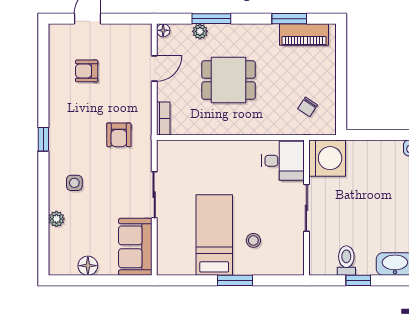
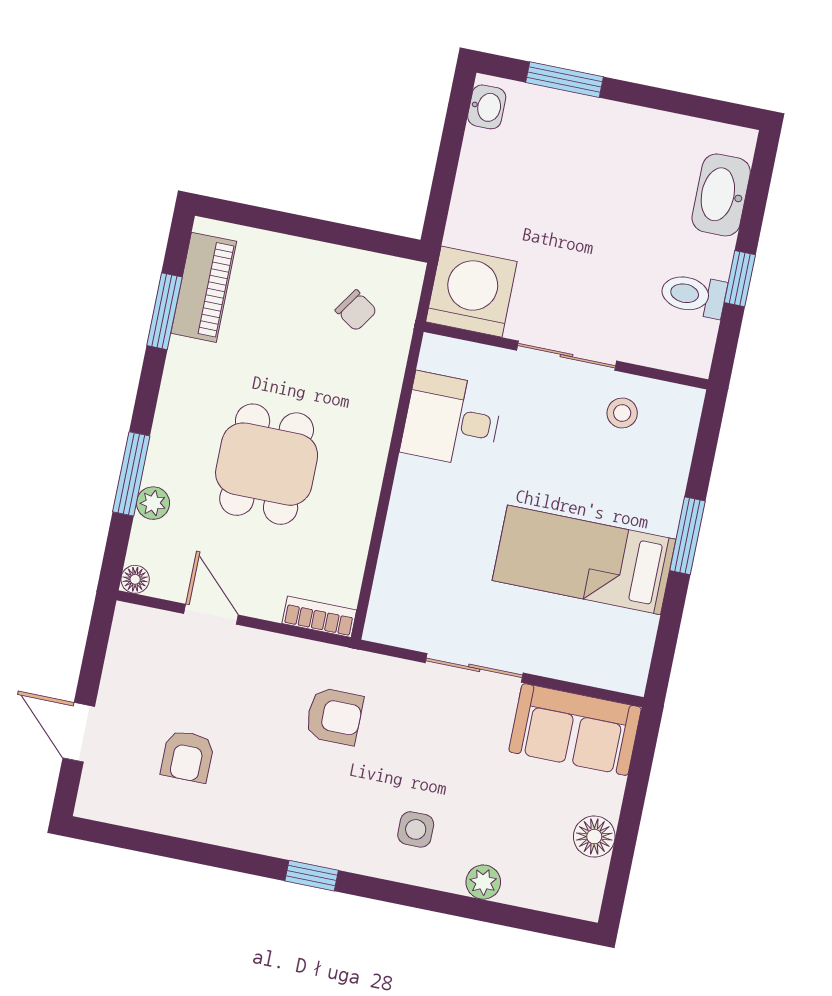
desk: (283, 161) -> (452, 420), moved, turned -90
stool: (253, 240) -> (622, 413), moved

